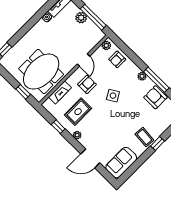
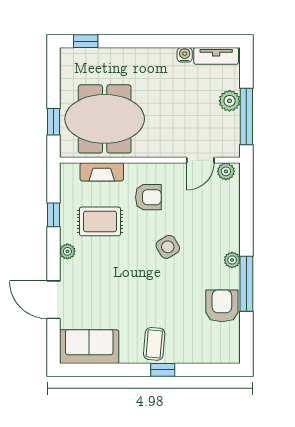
armchair: (117, 59) -> (222, 204), removed
door: (83, 60) -> (200, 160), moved

